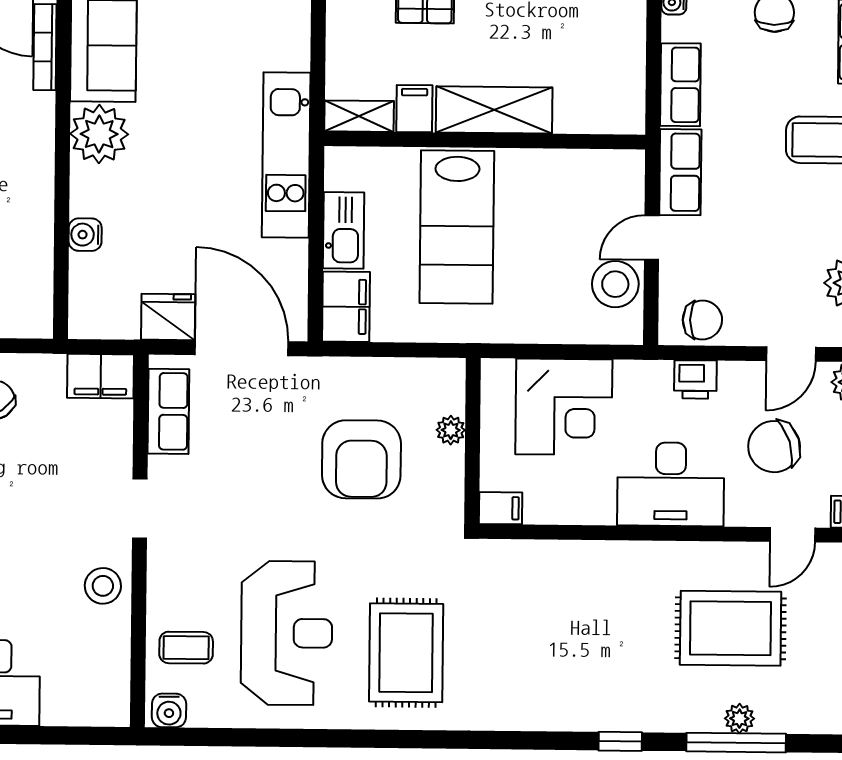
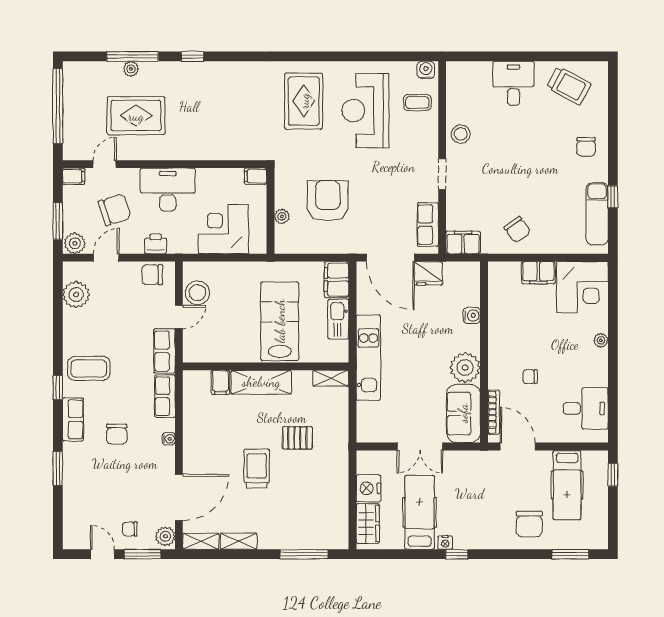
filing cabinet: (414, 109) -> (220, 382), moved

